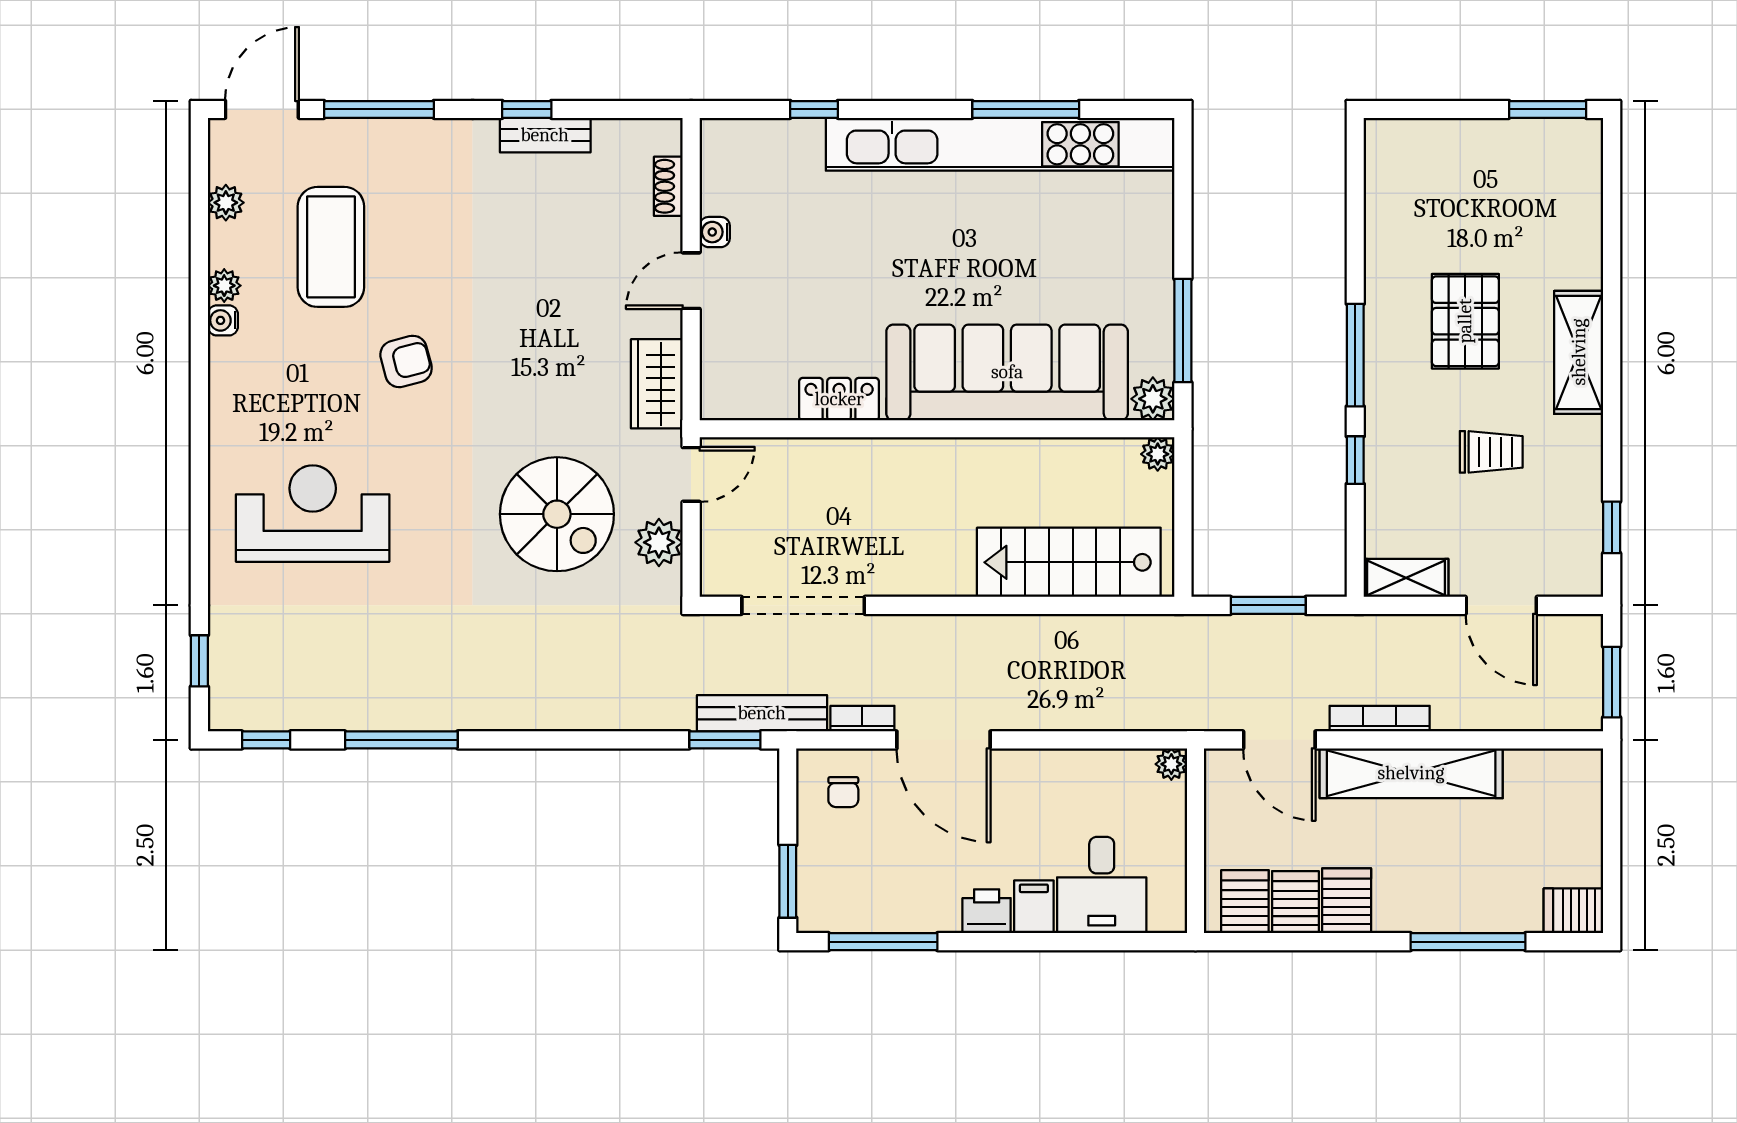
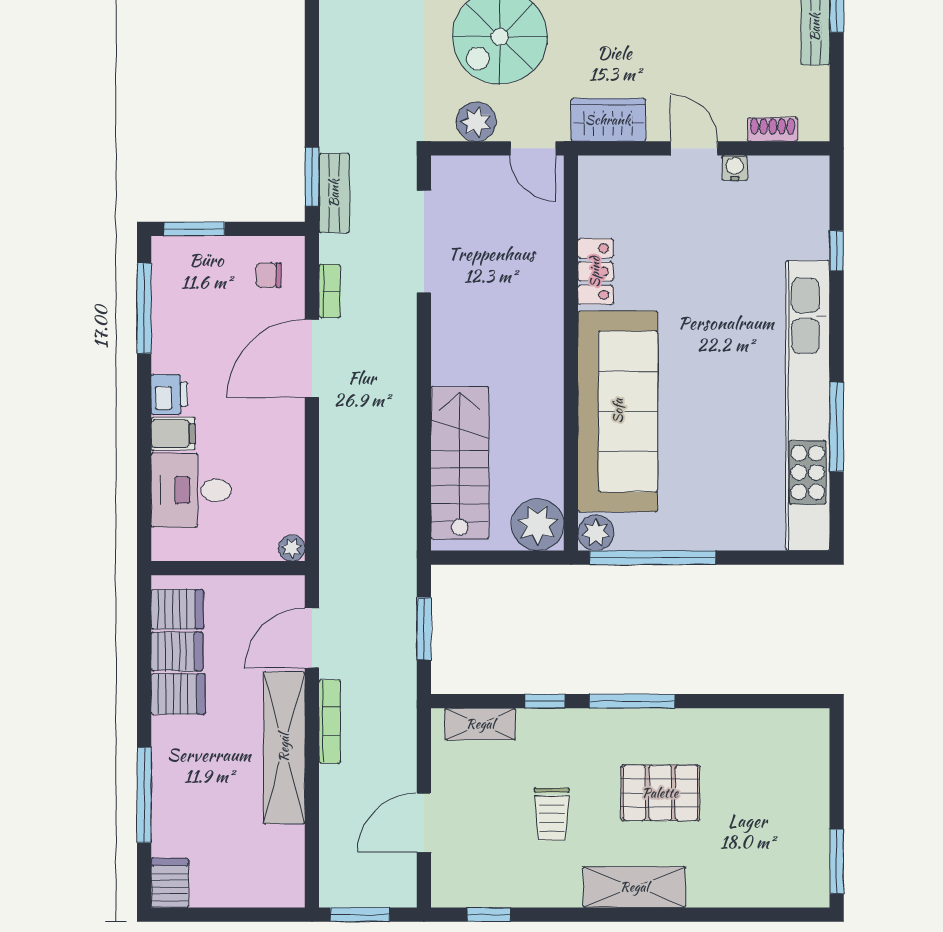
window: (1183, 331) -> (653, 558), width x1.46
plant: (1158, 454) -> (538, 525), width x1.88, depth x1.88
shelving: (1406, 578) -> (480, 724), moved, turned 90
bench: (762, 713) -> (334, 193), width x0.73

